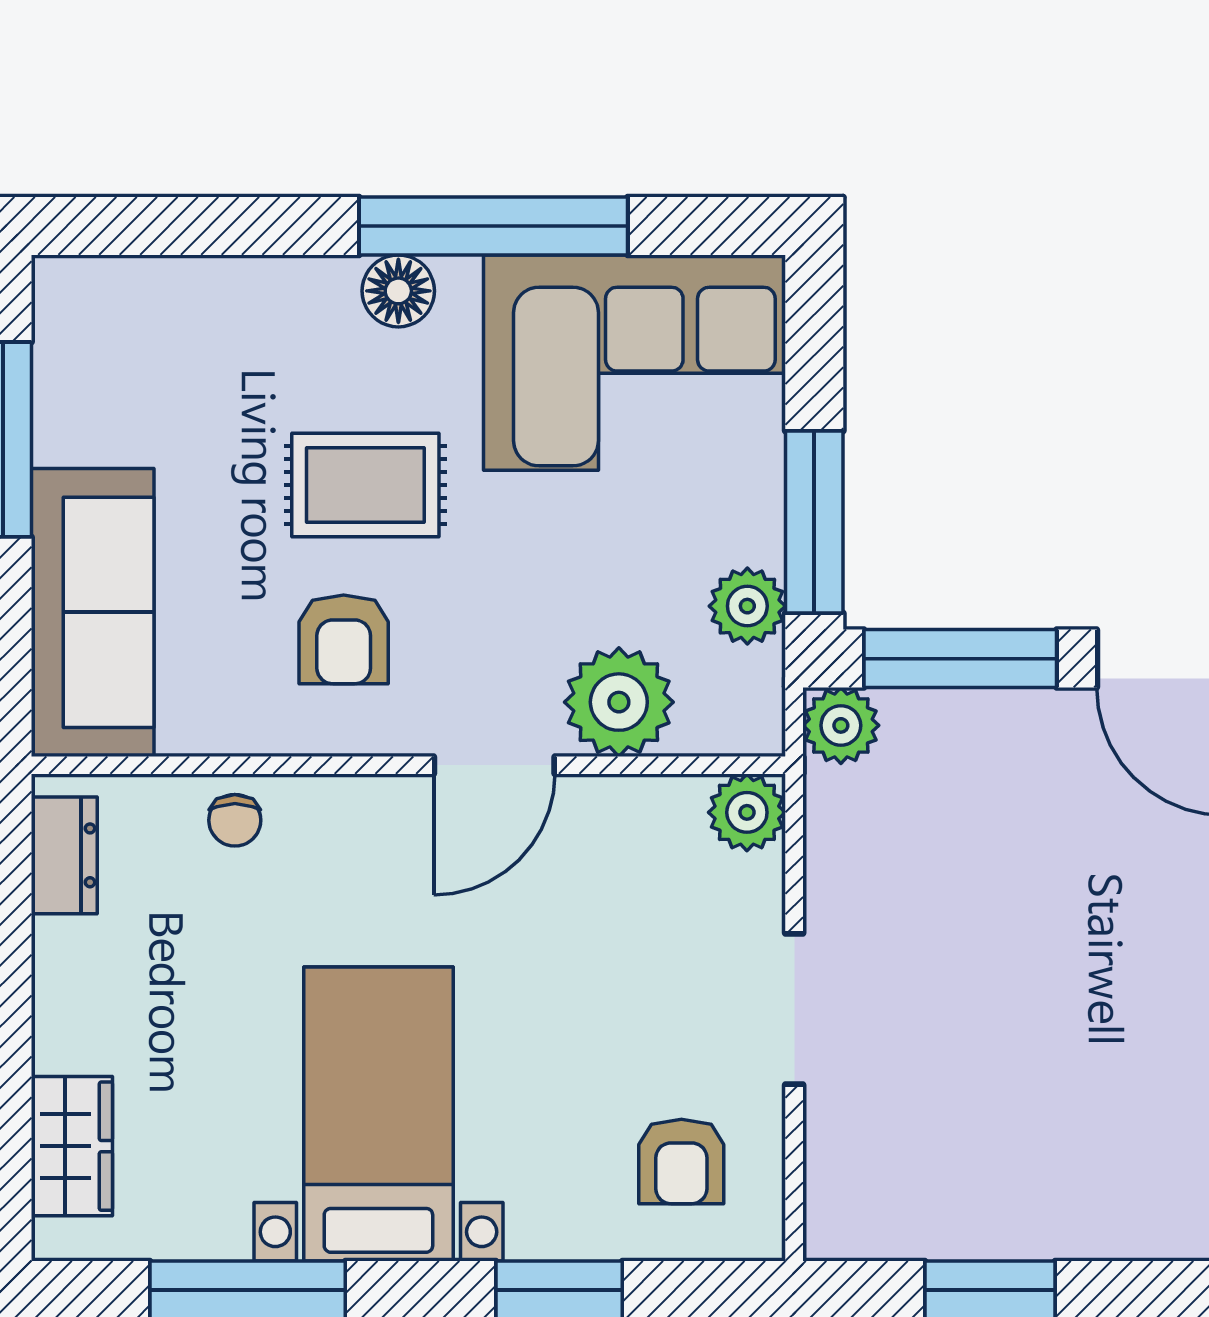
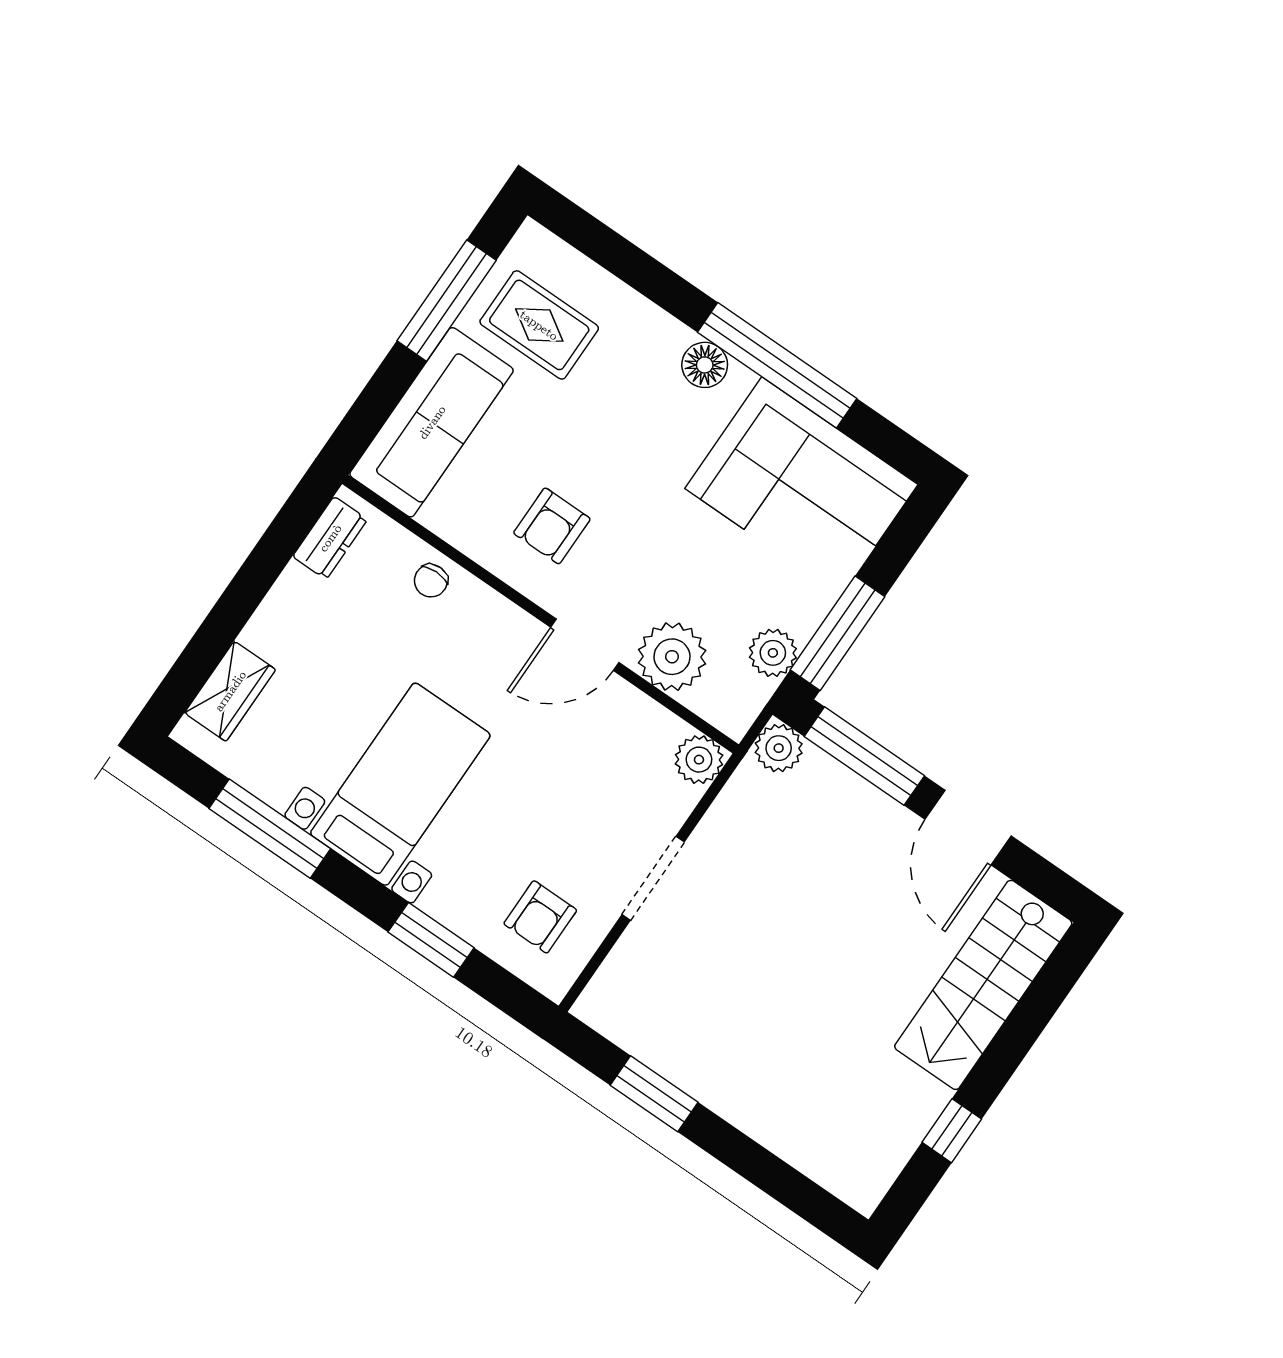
rug: (365, 485) -> (539, 325), moved

